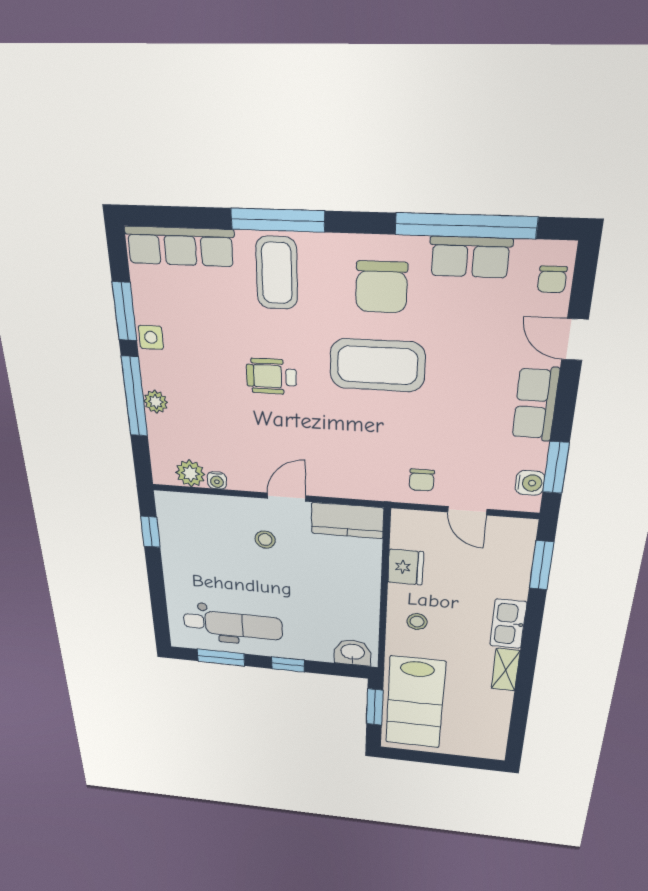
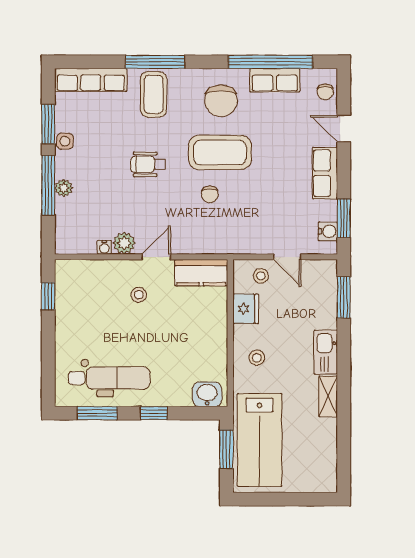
plant: (190, 473) -> (124, 243), moved
chair: (422, 480) -> (210, 194), moved
stool: (429, 531) -> (261, 276), added

